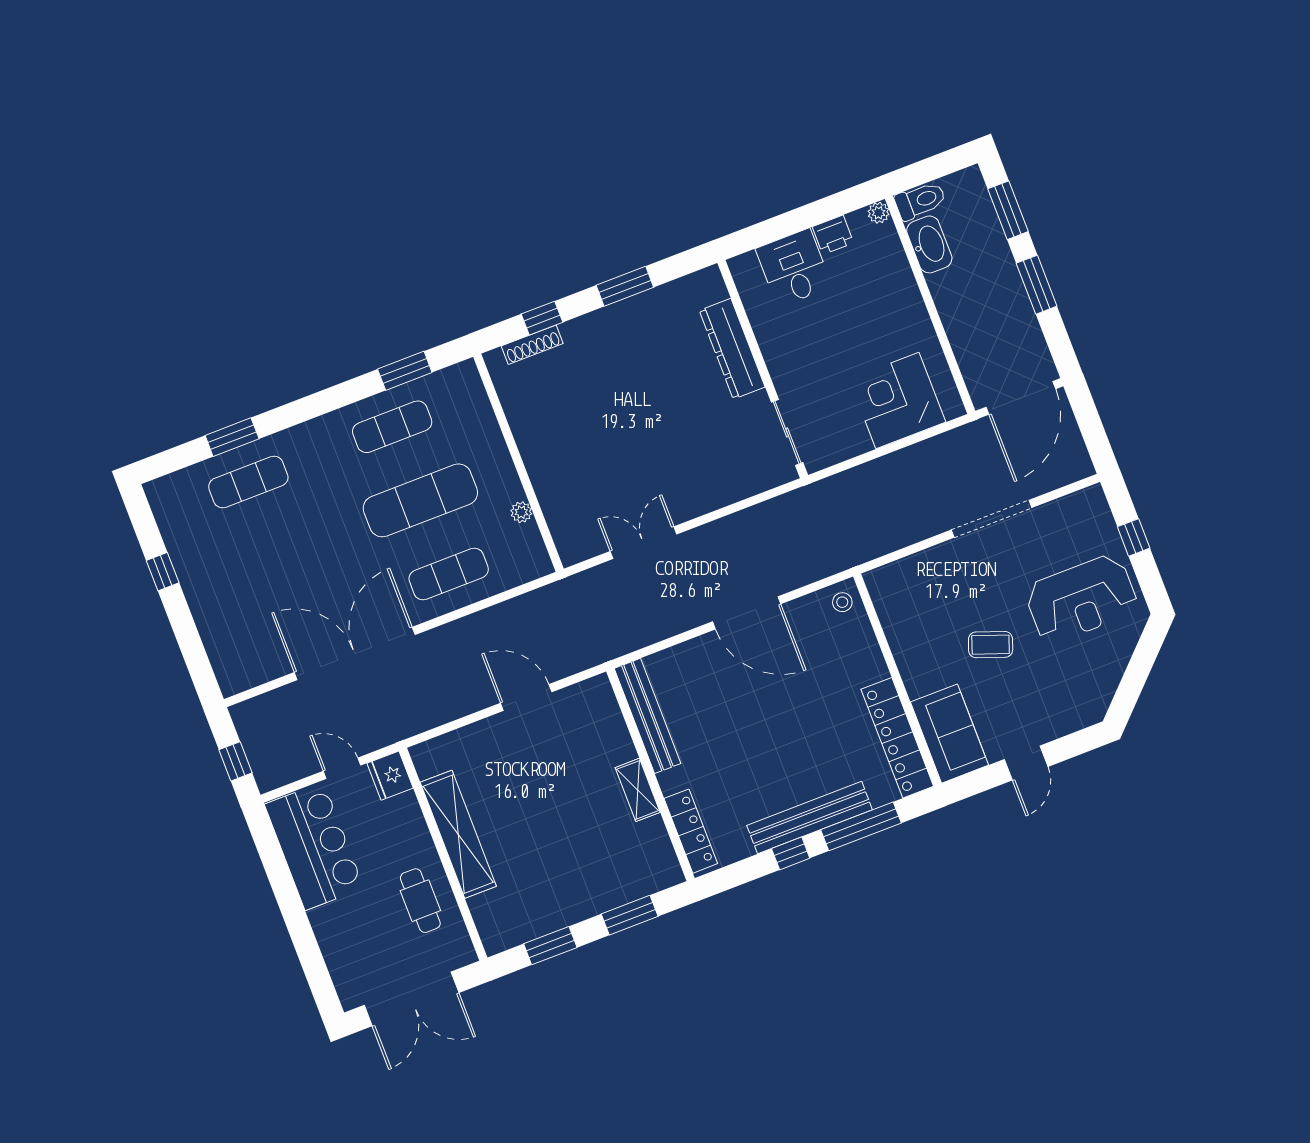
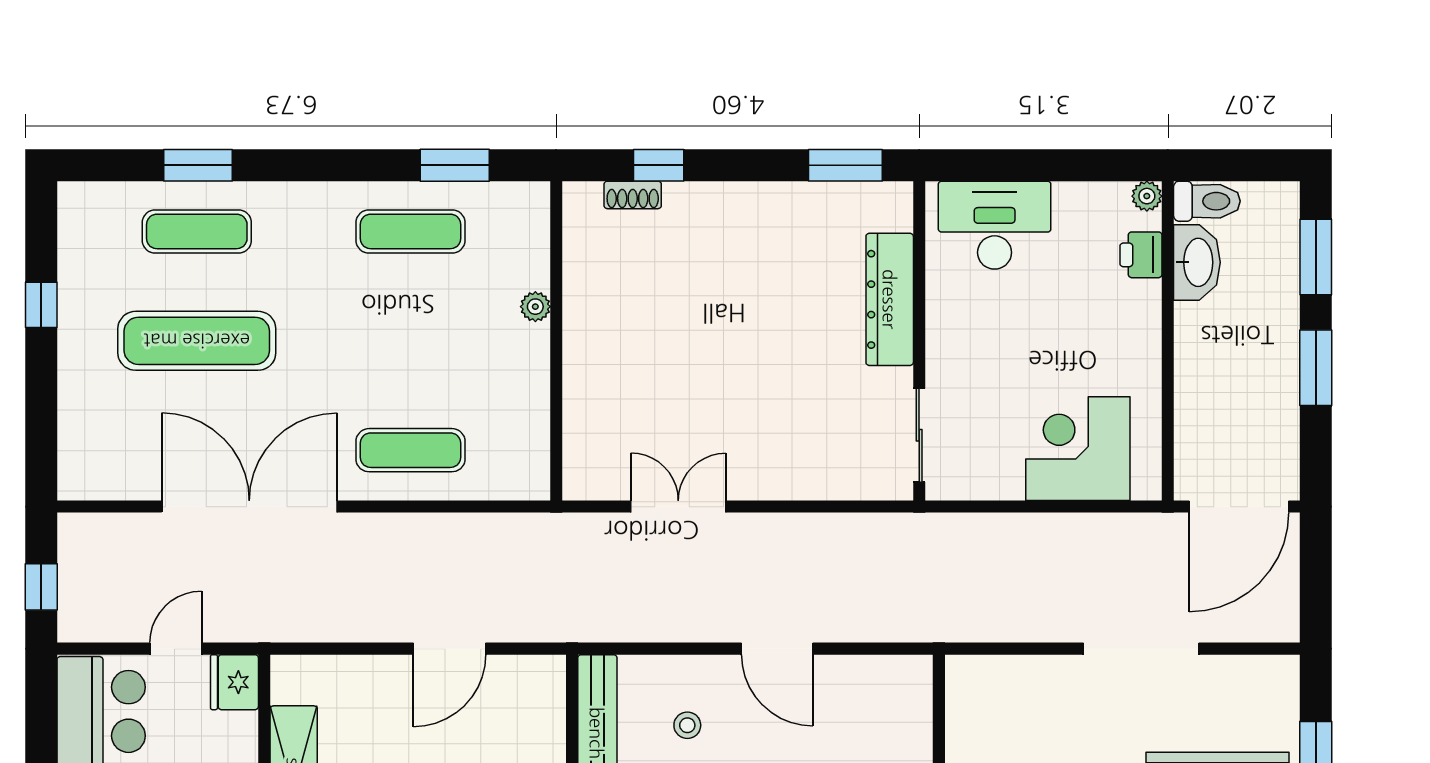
printer: (833, 235) -> (1141, 255), moved, turned 90
desk: (794, 268) -> (995, 225), width x1.37
window: (625, 286) -> (845, 165), moved
shoe rack: (532, 345) -> (633, 195), width x0.70
exercise mat: (420, 500) -> (197, 341), moved
plant: (521, 512) -> (535, 307), moved
stool: (842, 602) -> (687, 725), moved
door: (747, 613) -> (777, 649), width x0.73
door: (526, 697) -> (450, 649), swing flipped
door: (342, 768) -> (176, 649), hinge flipped

